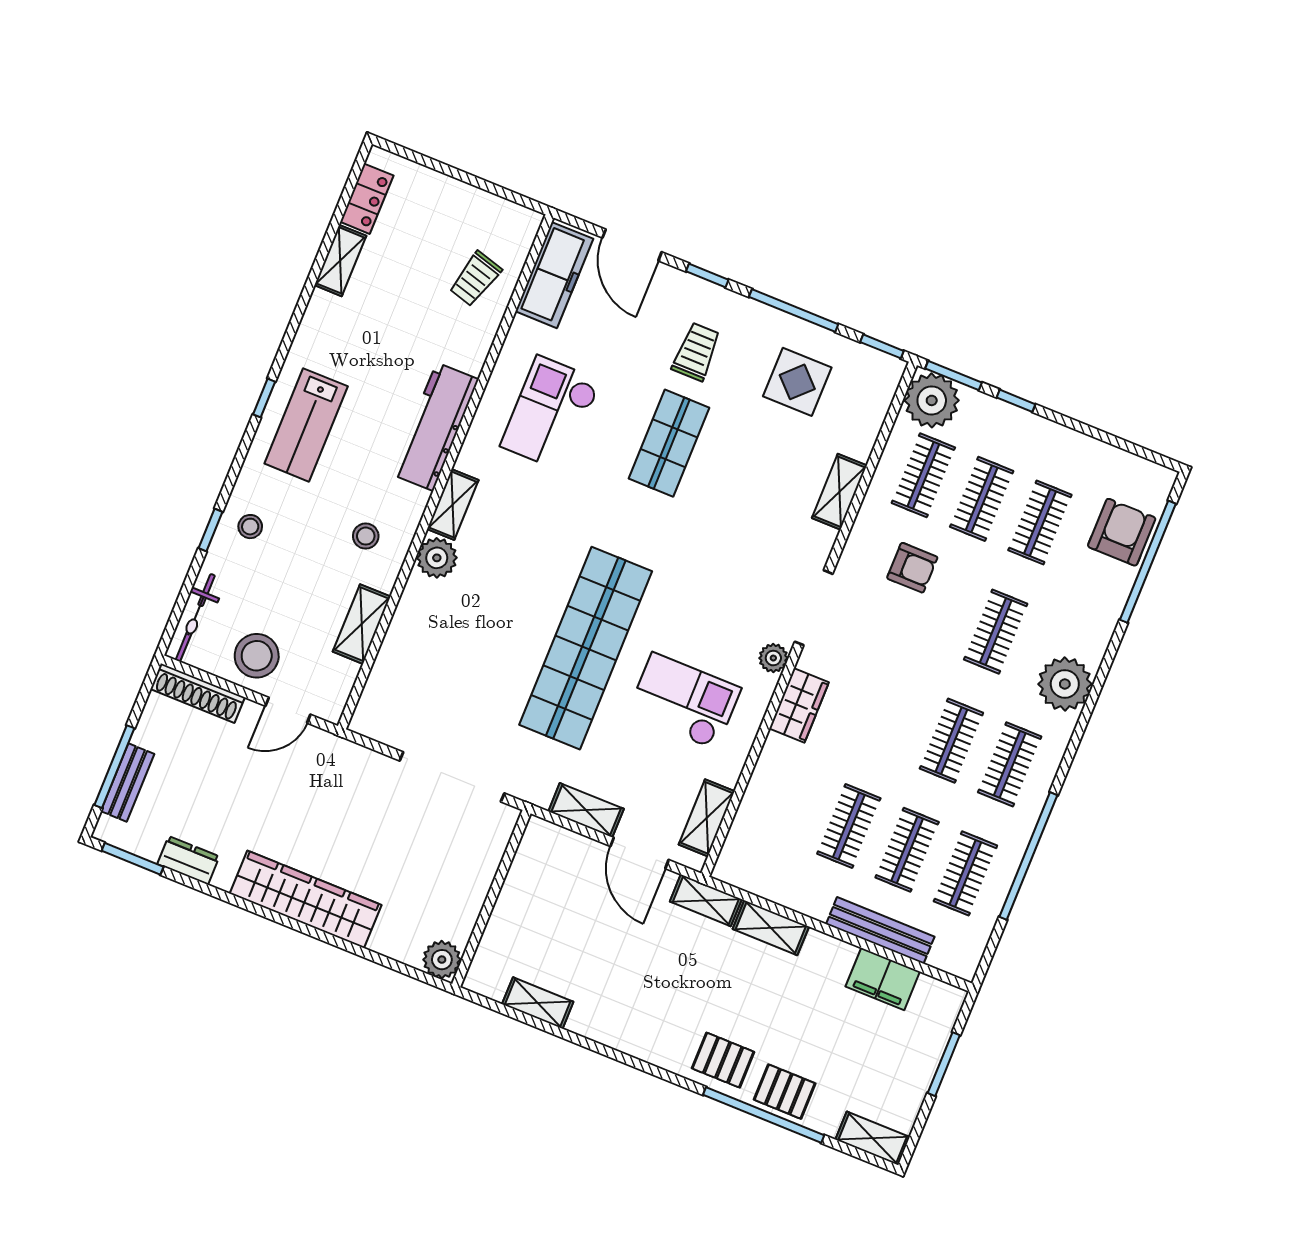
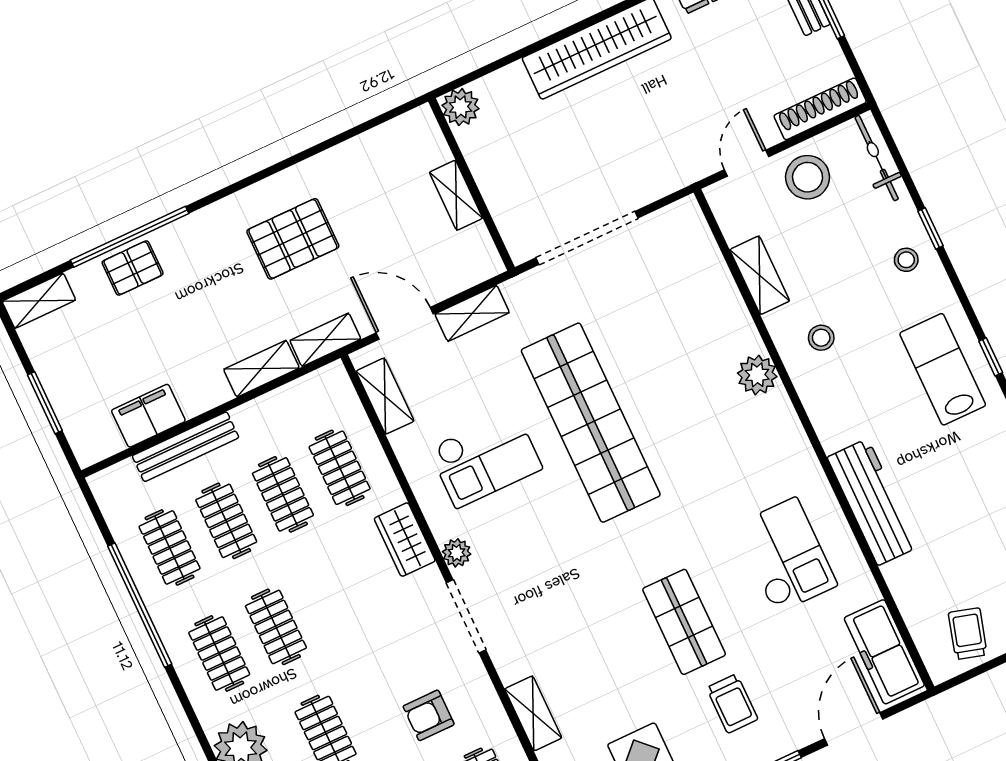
door: (632, 245) -> (854, 729), hinge flipped
trolley: (475, 279) -> (968, 634), moved
workbench: (435, 427) -> (873, 502), moved
shelving: (453, 505) -> (785, 423), removed
clothes rail: (791, 802) -> (340, 468), added
shelving: (538, 1003) -> (456, 195), moved, turned 90
pallet: (723, 1060) -> (293, 239), moved, width x1.50, depth x1.42

